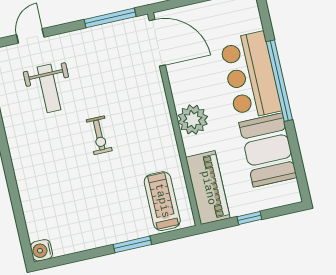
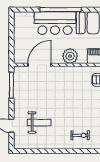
door: (157, 43) -> (39, 65), moved
exercise bike: (99, 135) -> (80, 135), moved

